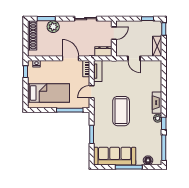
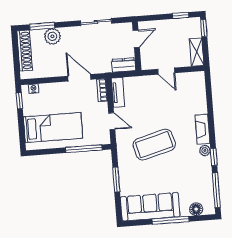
door: (92, 92) -> (112, 121), swing flipped
coffee table: (121, 111) -> (154, 145), turned 75

